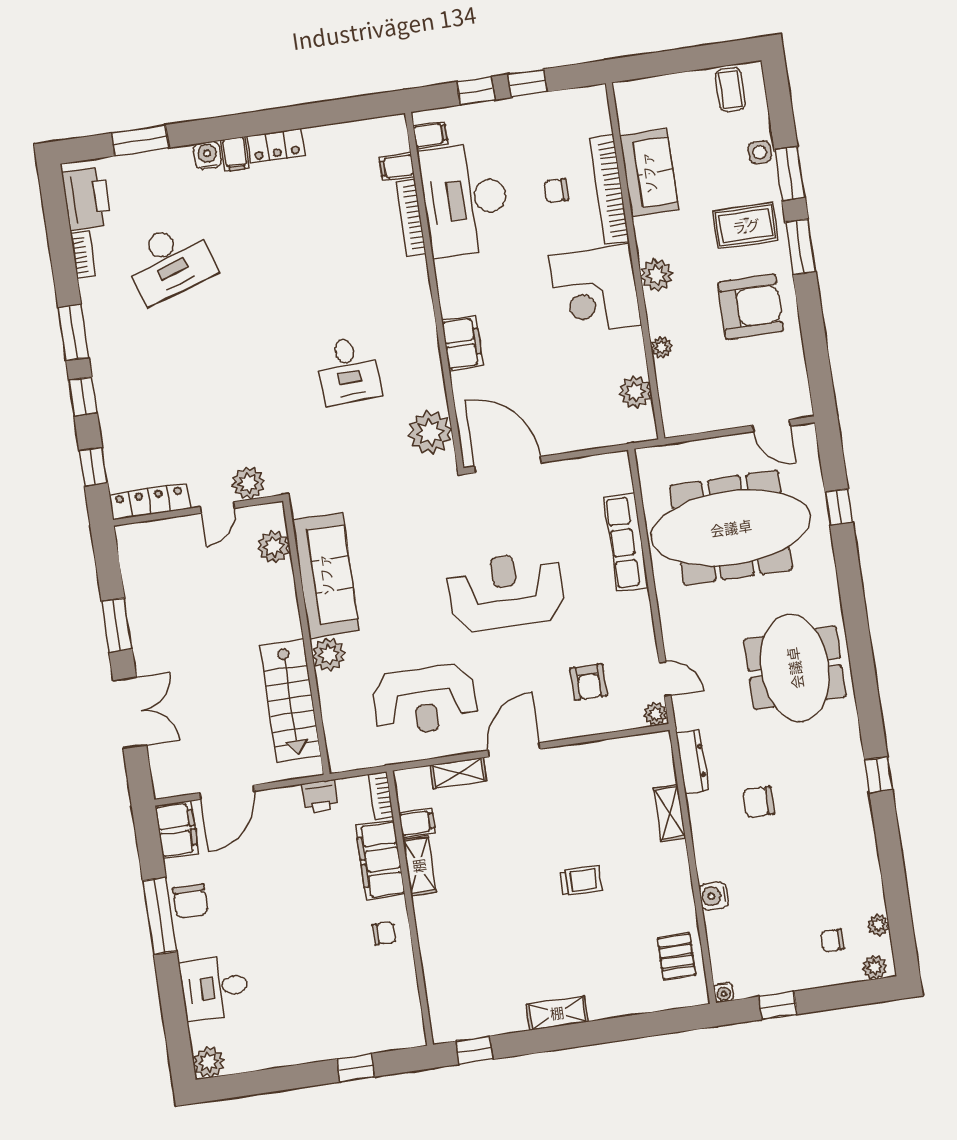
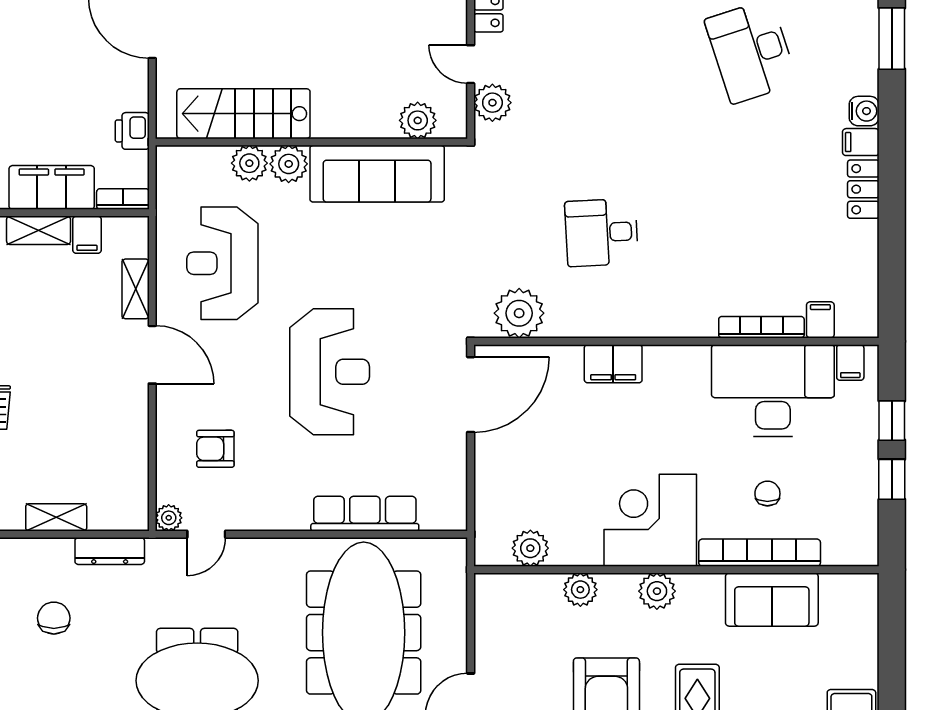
plant: (662, 347) -> (580, 590), width x1.38, depth x1.38
plant: (333, 689) -> (249, 163), added

